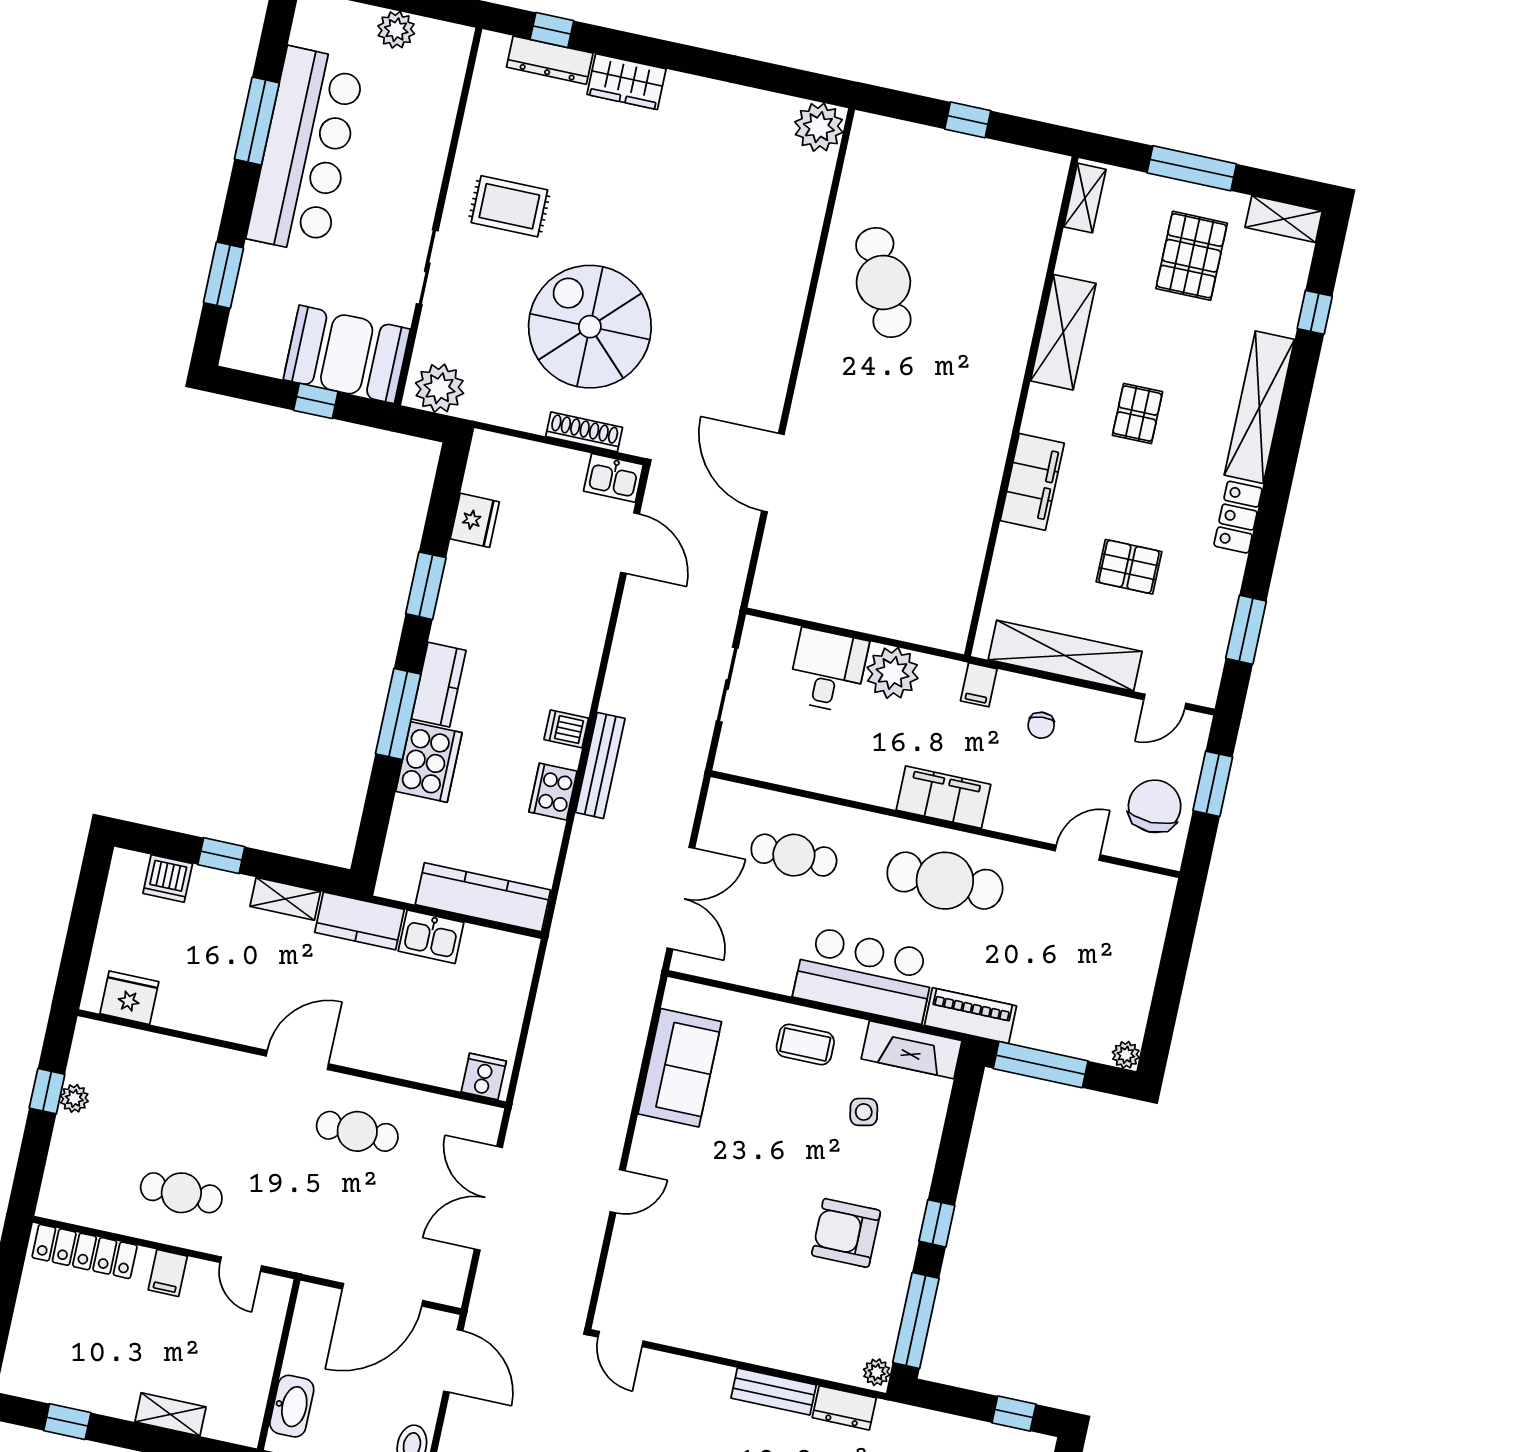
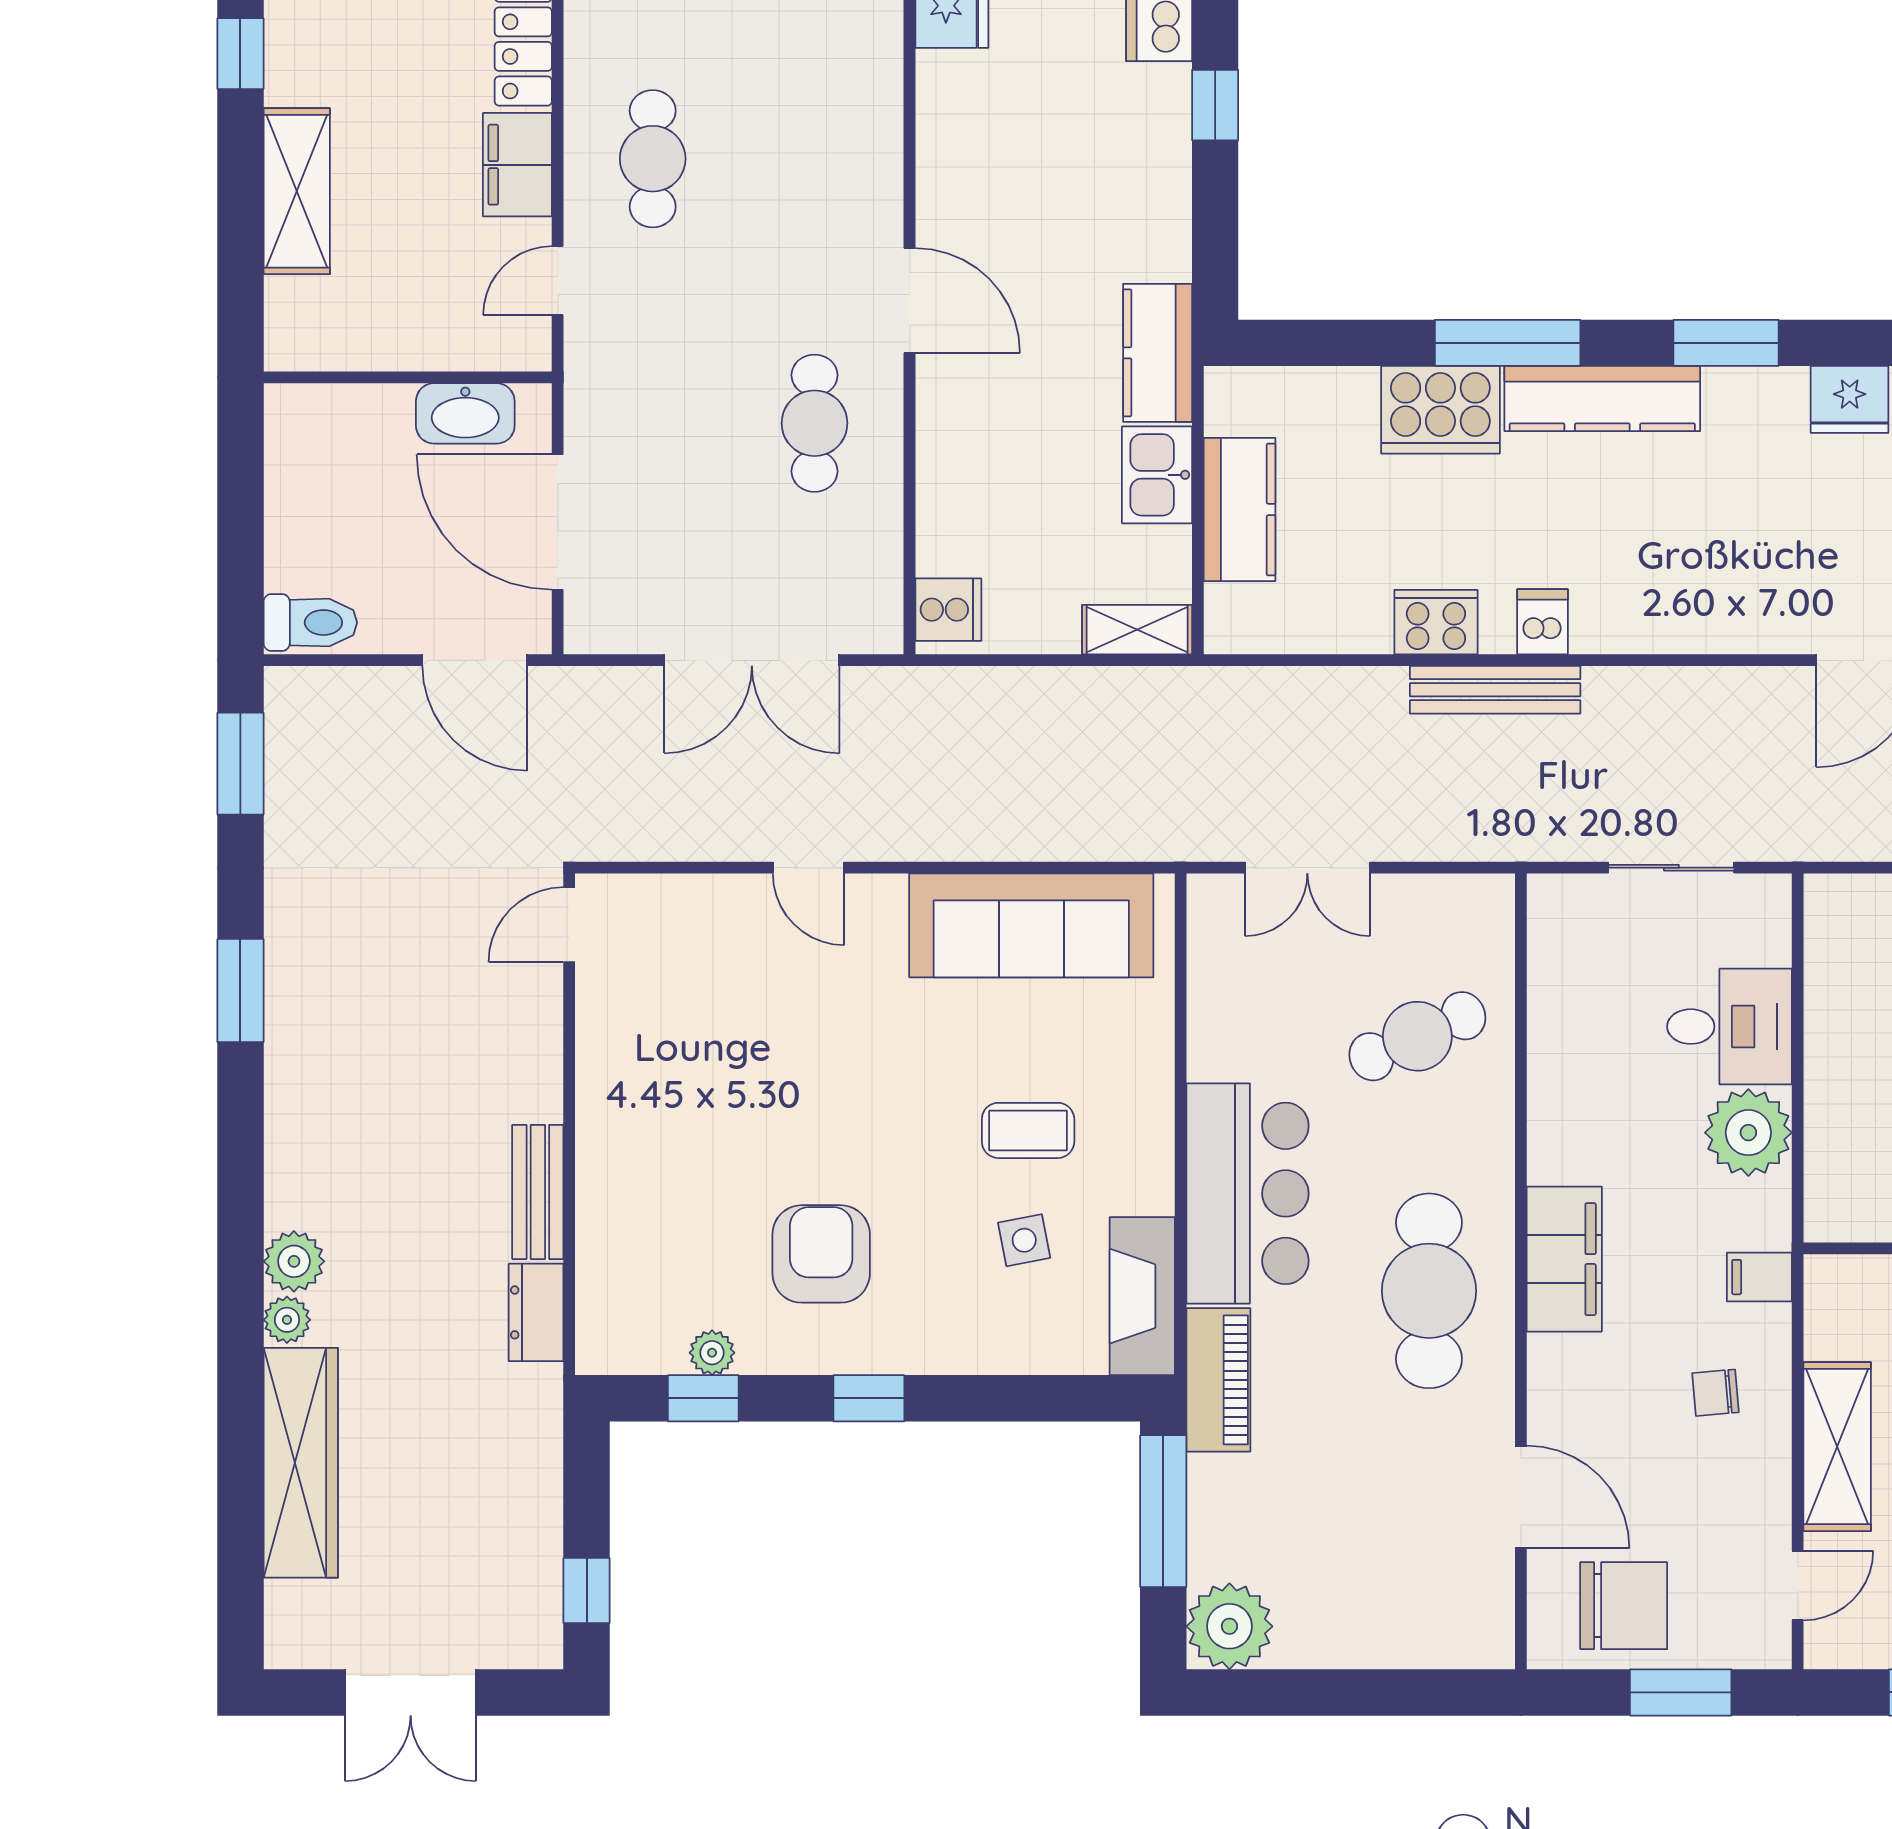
shelving: (1065, 656) -> (1837, 1447), width x0.68
kitchen counter: (439, 685) -> (1602, 399), width x1.50
door: (1165, 701) -> (1798, 1586), swing flipped
door: (1078, 853) -> (1521, 1497), width x1.38
cafe table: (794, 855) -> (1417, 1036), turned 66
kitchen counter: (483, 897) -> (1239, 510), width x0.67
double door: (681, 898) -> (1307, 868), width x0.73
shelving: (285, 899) -> (1137, 630), moved, turned 90
coffee table: (805, 1044) -> (1028, 1130), moved, turned 90
plant: (1126, 1055) -> (1229, 1626), width x1.87, depth x1.87
sofa: (680, 1068) -> (1031, 925), width x1.36
double door: (488, 1198) -> (752, 660), swing flipped
filing cabinet: (168, 1273) -> (517, 165), width x2.00
window: (916, 1321) -> (703, 1398), width x0.46
door: (453, 1361) -> (475, 660), hinge flipped
plant: (877, 1372) -> (712, 1353), moved
washbasin: (292, 1406) -> (465, 413), moved
shelving: (170, 1414) -> (297, 191), width x1.50, depth x1.33

